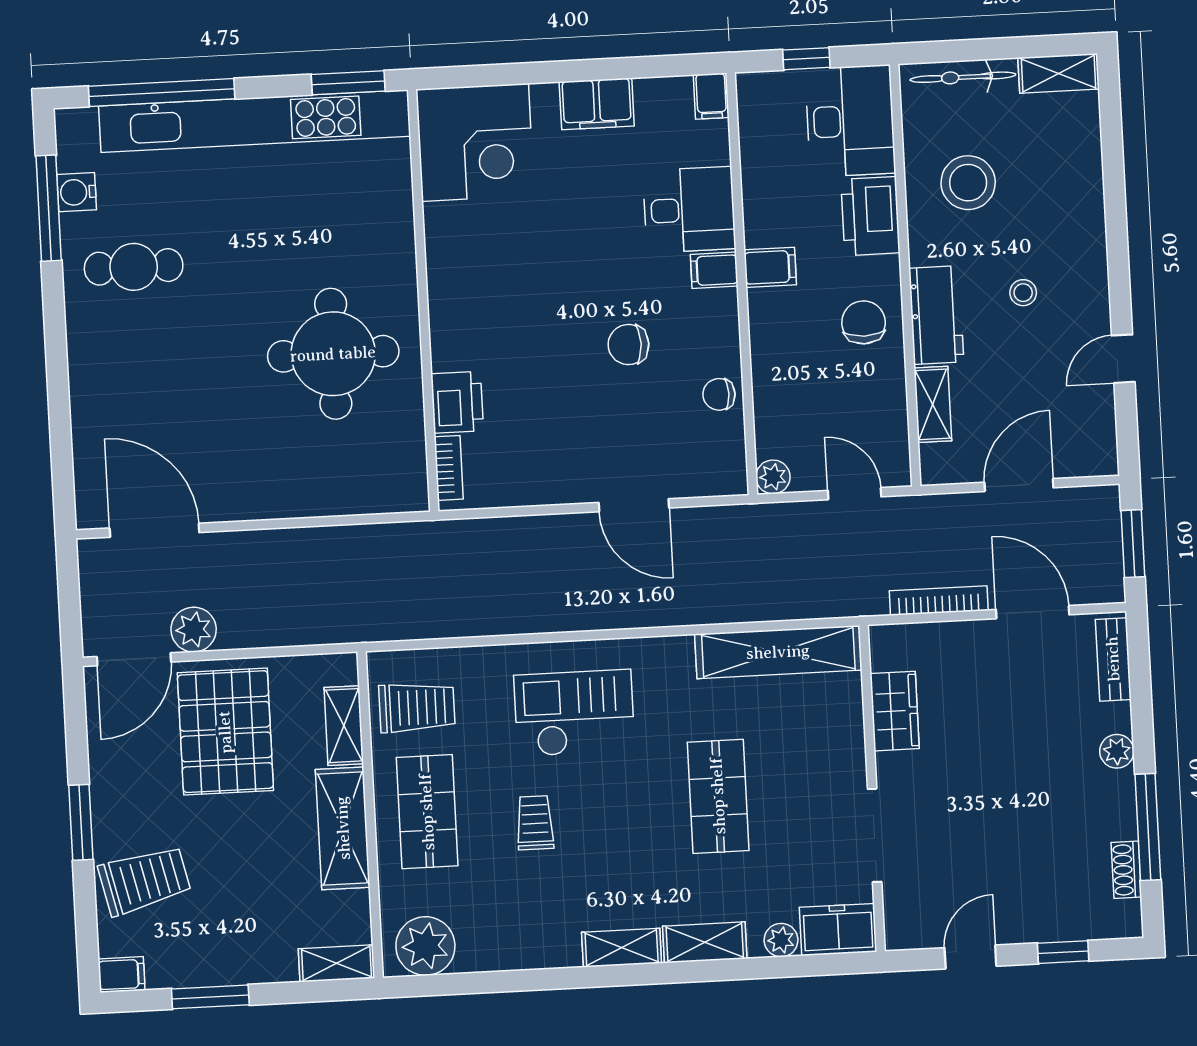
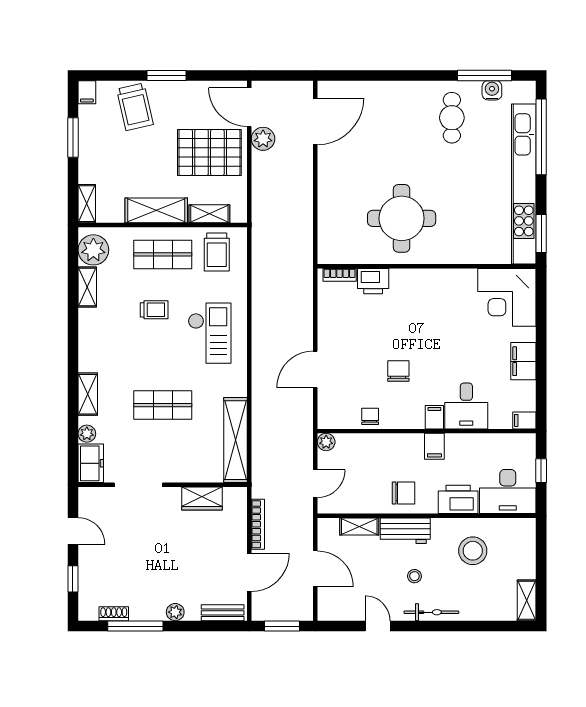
bicycle: (963, 77) -> (431, 612), moved, turned 90
shelving: (622, 948) -> (87, 287), moved

